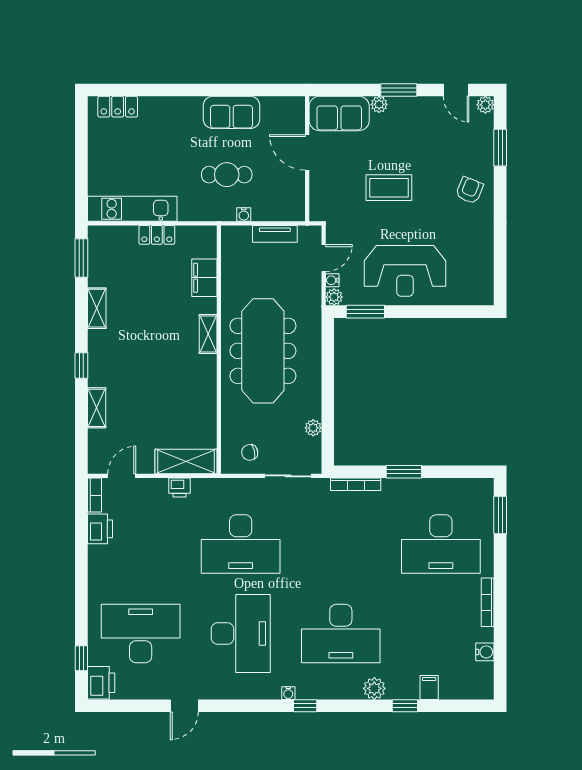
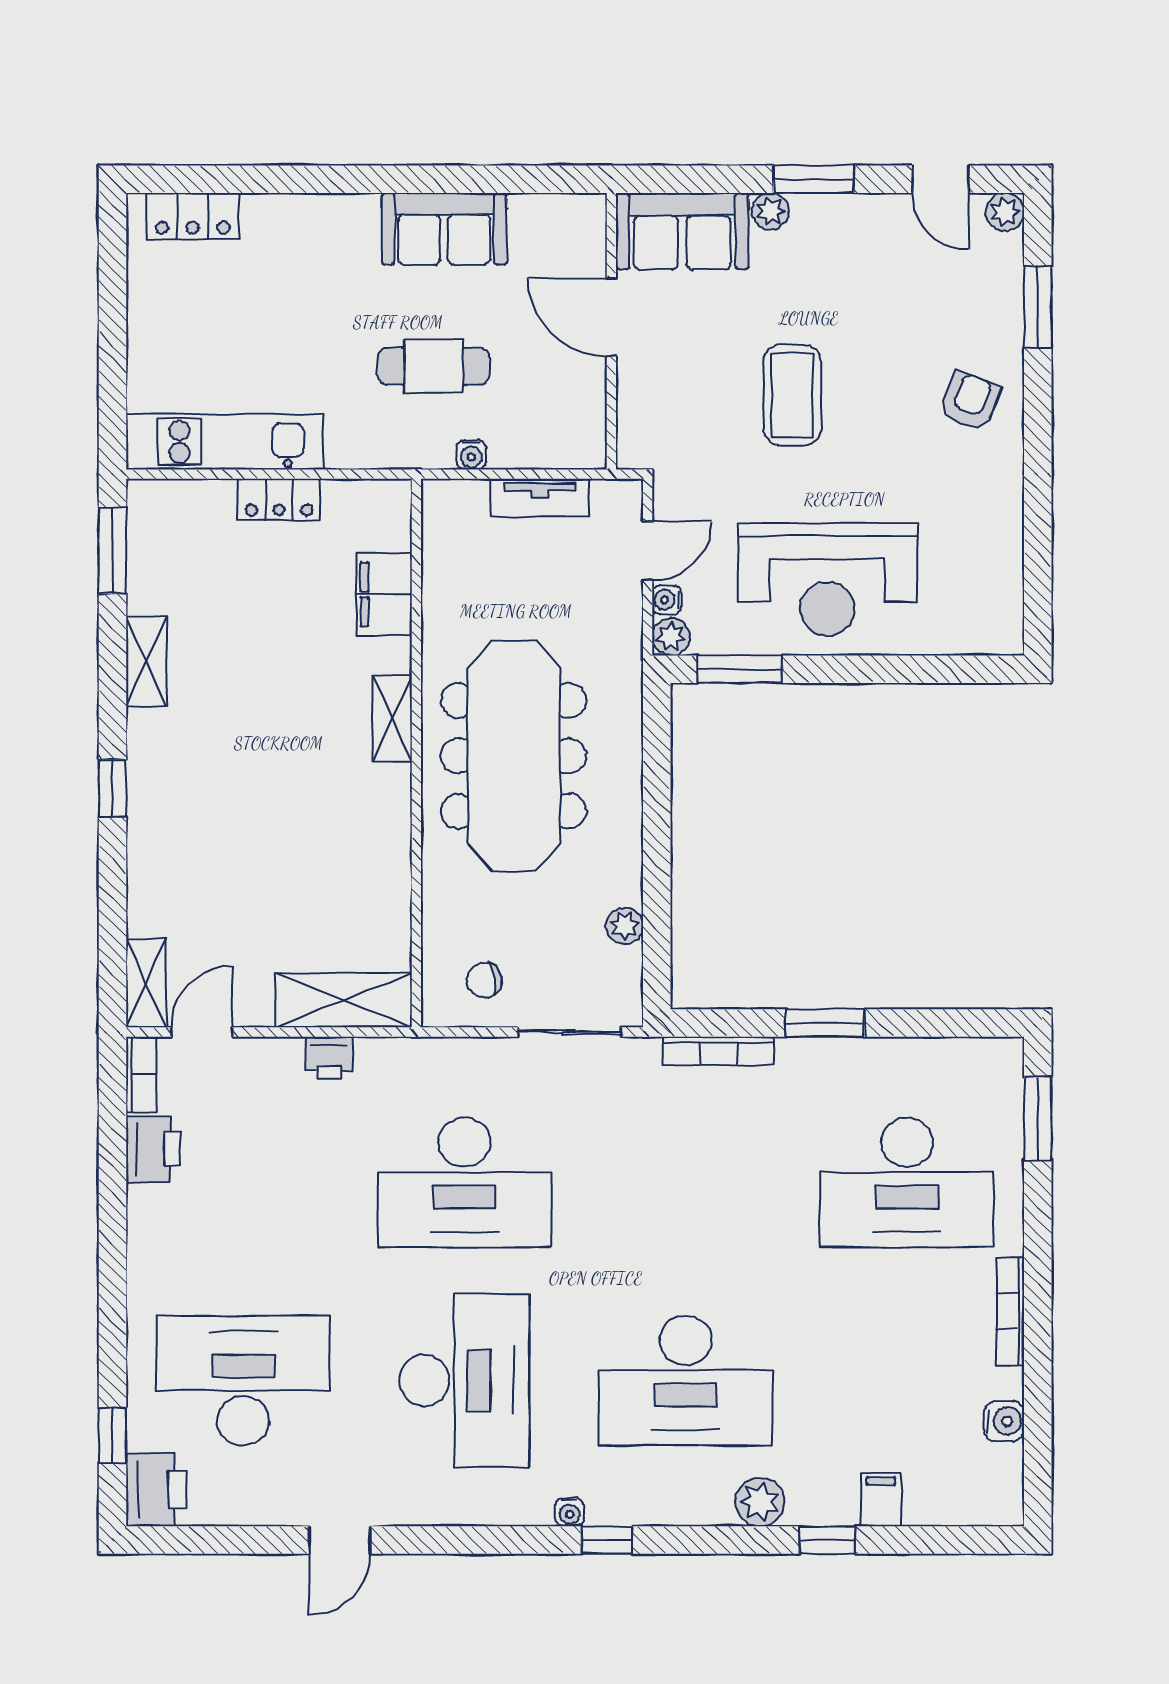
coffee table: (389, 188) -> (792, 395), turned 90
shelving: (97, 408) -> (146, 983), moved

